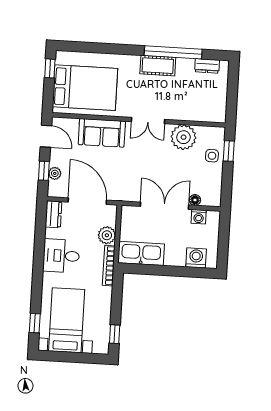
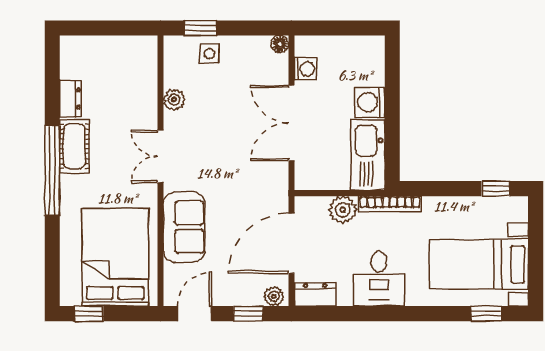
window: (173, 52) -> (52, 171), moved
dresser: (207, 66) -> (70, 99), moved
double door: (148, 120) -> (160, 156), swing flipped
plant: (184, 137) -> (174, 100), width x0.53, depth x0.53
plant: (55, 173) -> (274, 296), moved
floor lamp: (195, 200) -> (280, 44), moved
washing machine: (196, 258) -> (370, 102), moved

